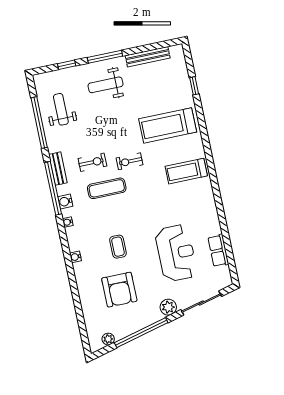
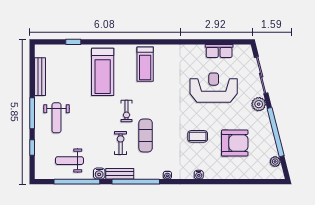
water cooler: (65, 202) -> (99, 174), moved

